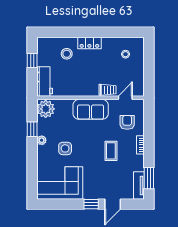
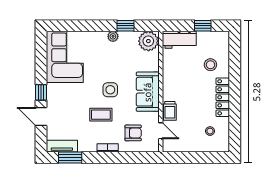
locker: (89, 43) -> (223, 97), width x1.53
side table: (65, 148) -> (110, 90), moved

